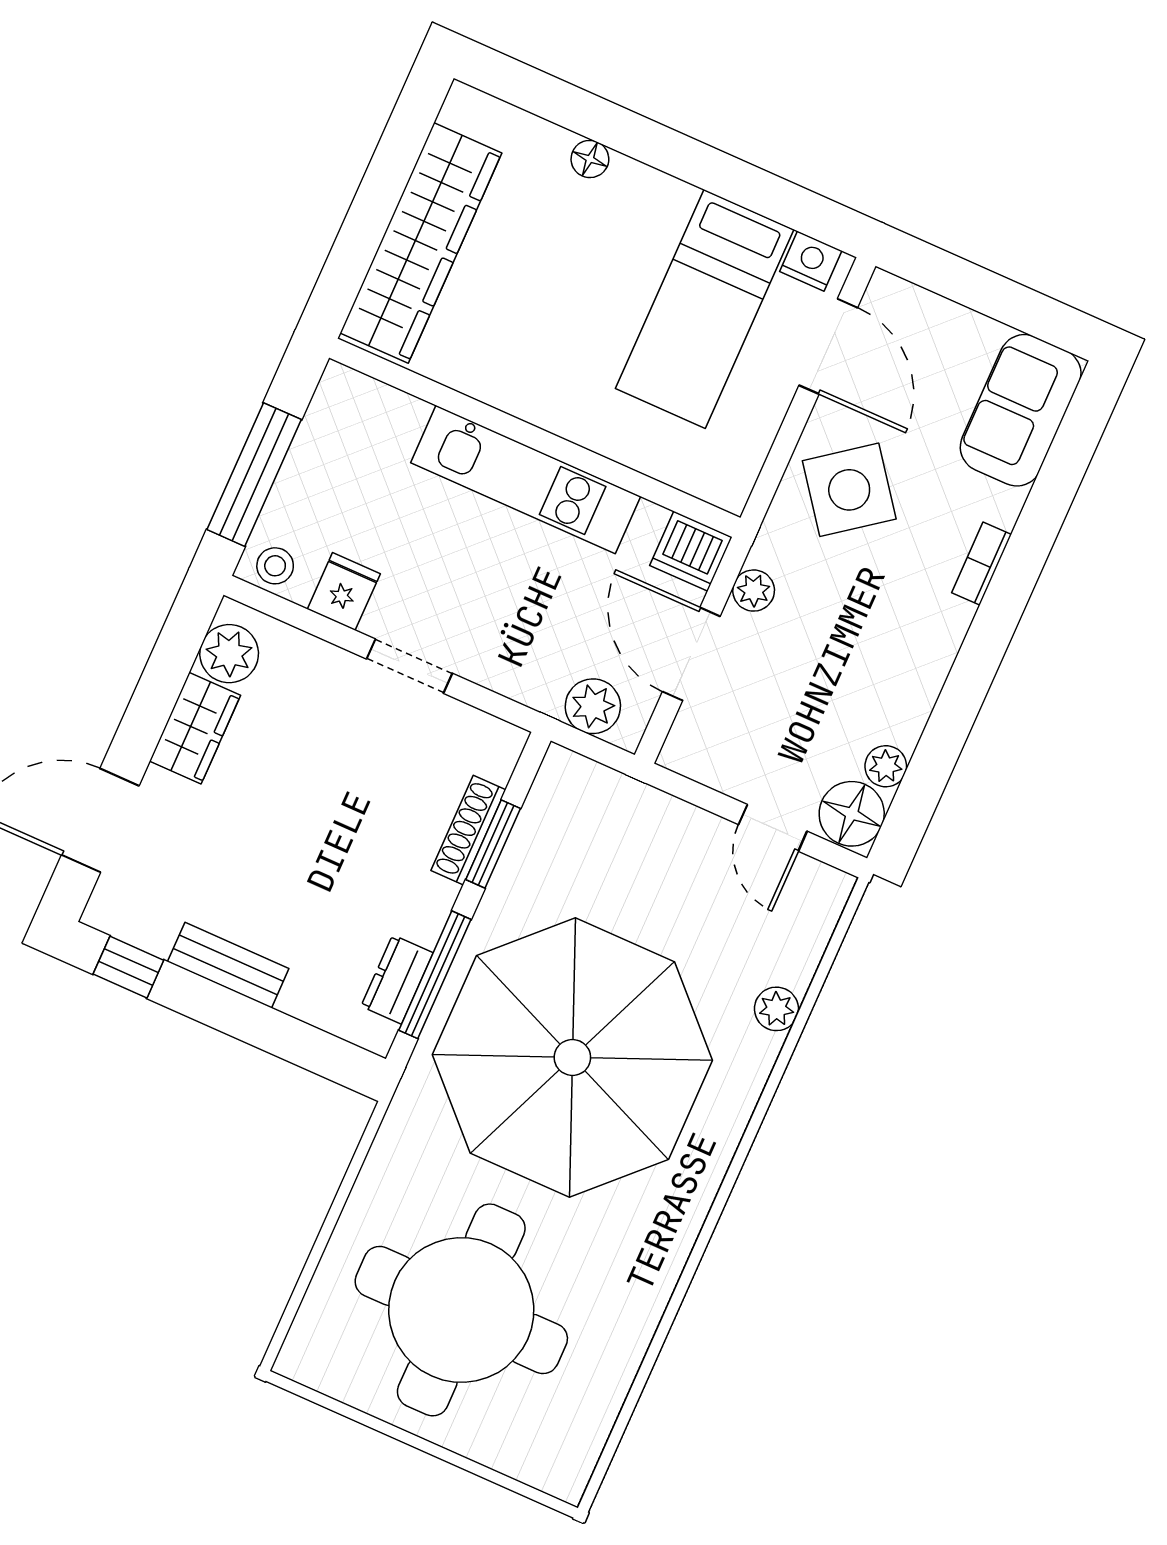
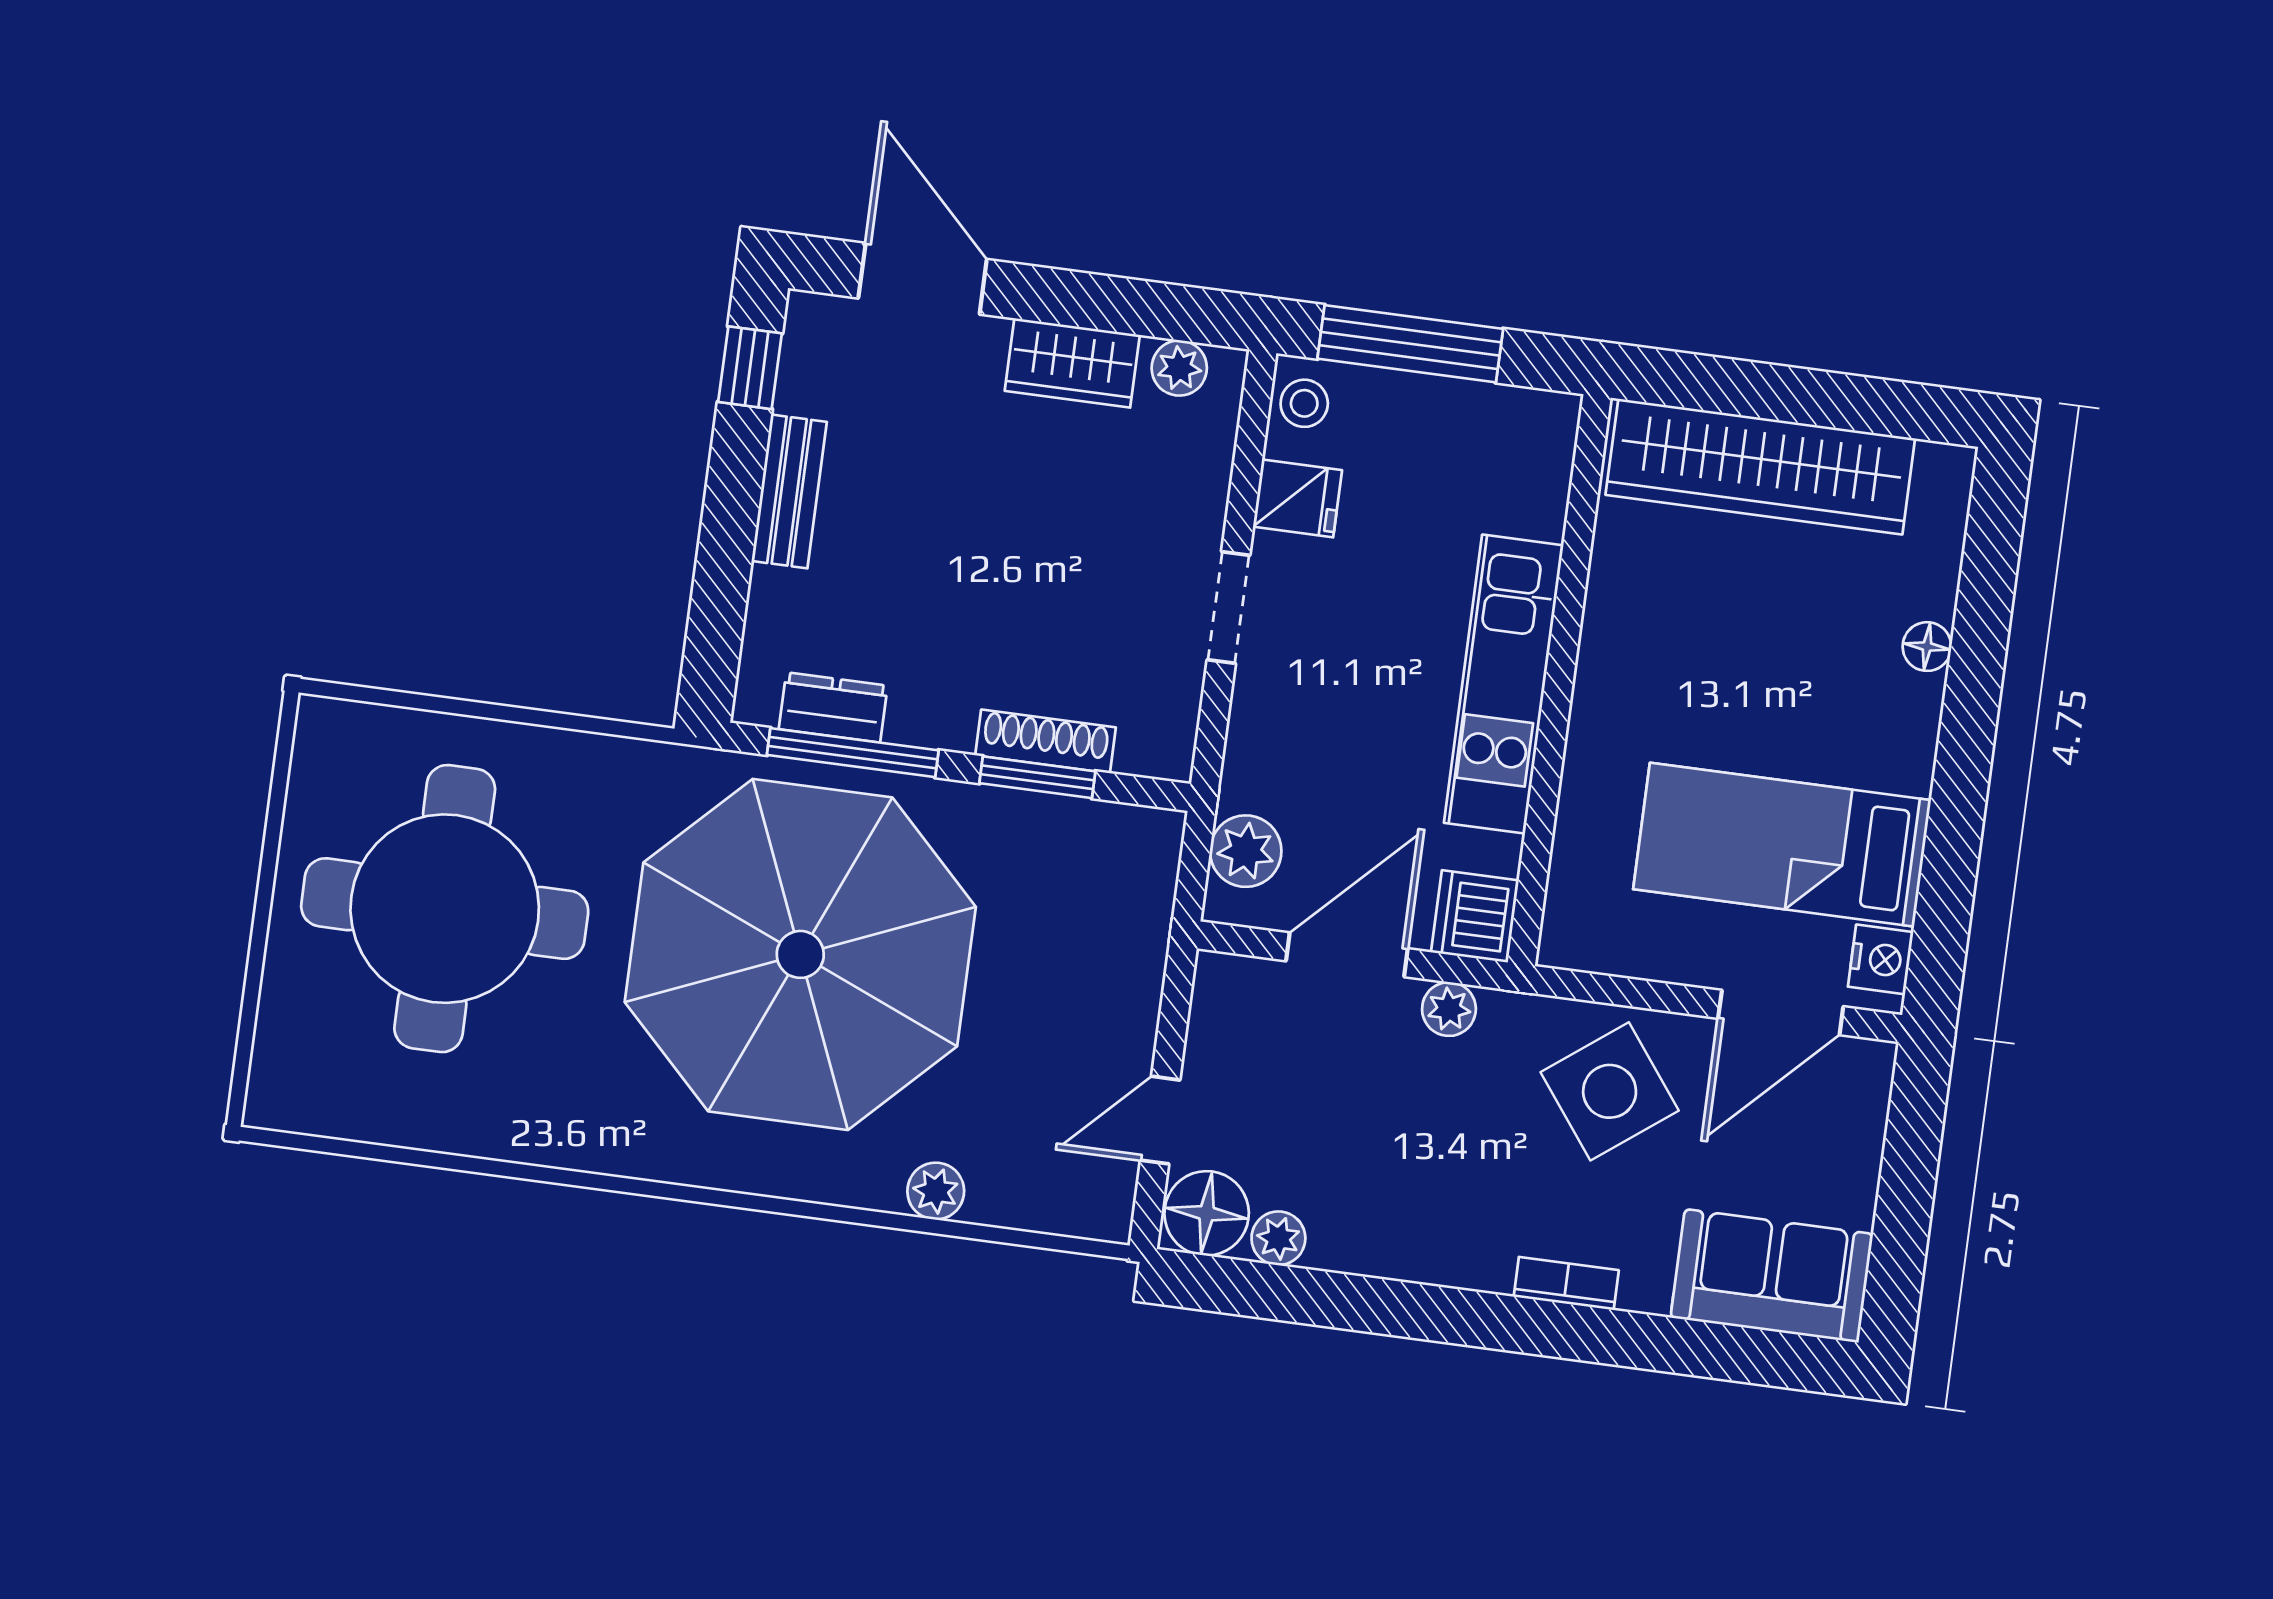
plant: (229, 654) -> (1179, 368), width x0.73, depth x0.73

